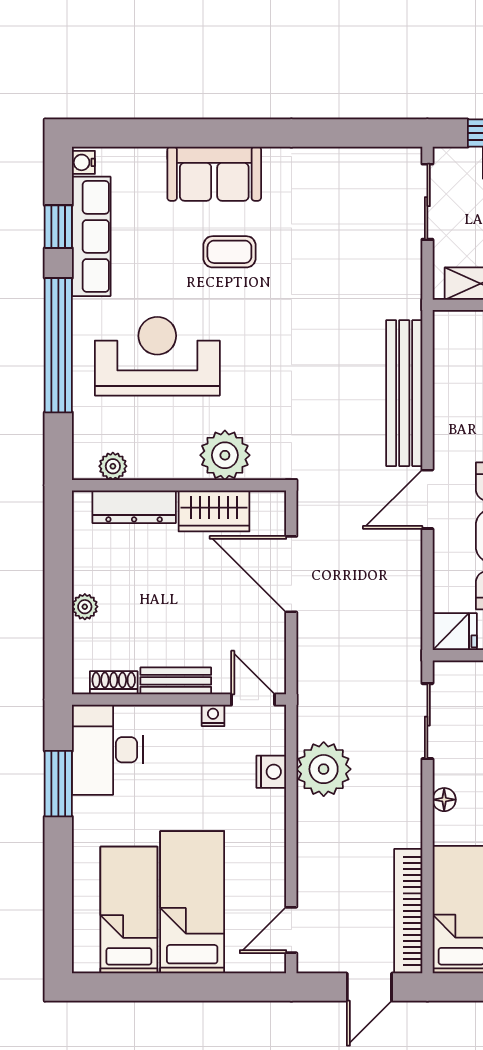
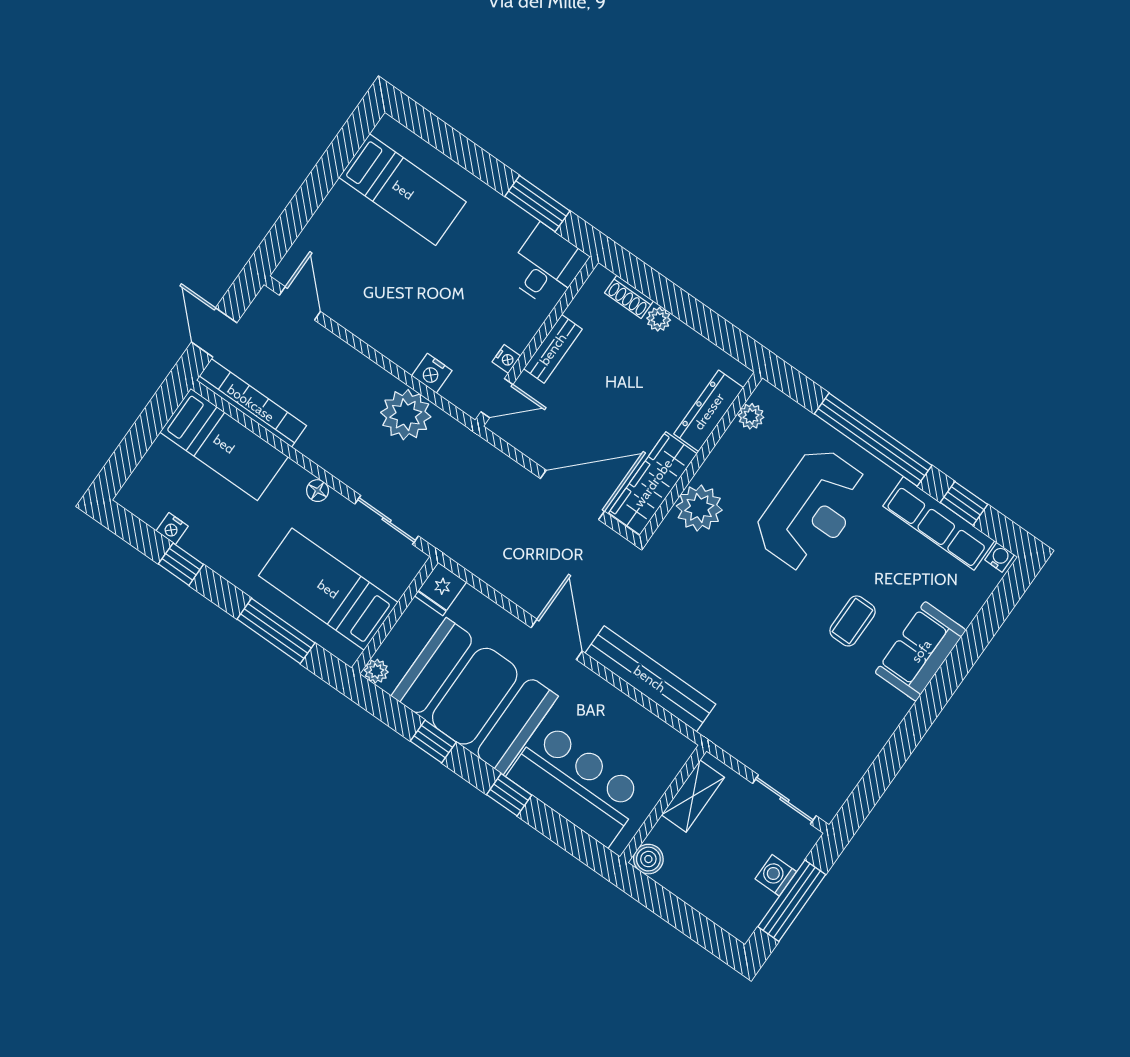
wardrobe: (214, 511) -> (653, 483), width x1.50
shoe rack: (114, 683) -> (629, 297), moved, turned 90
desk: (107, 750) -> (546, 266), width x0.73
bed: (192, 902) -> (375, 242), removed

